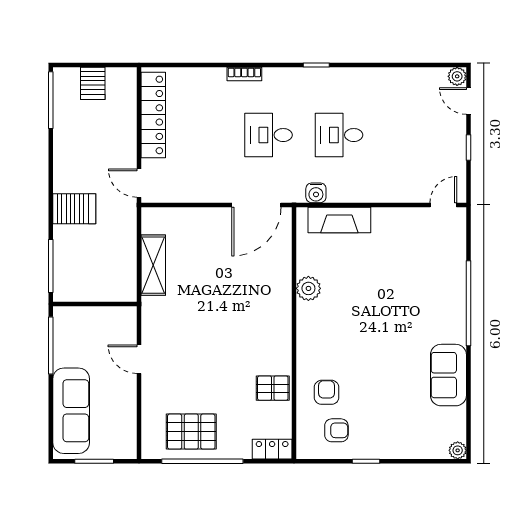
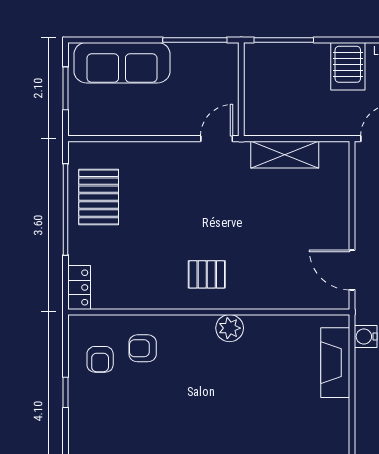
door: (256, 205) -> (352, 270), width x0.73
plant: (308, 288) -> (230, 328), moved
door: (139, 359) -> (217, 139), moved
pallet: (273, 388) -> (207, 274), moved, turned 90
armchair: (327, 392) -> (143, 348), turned 180

